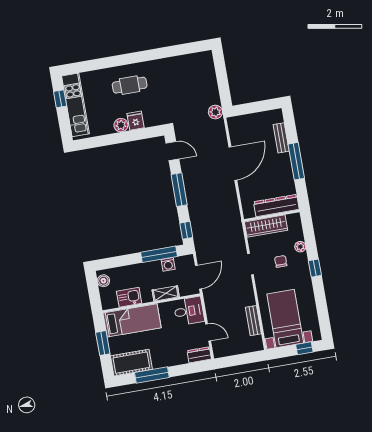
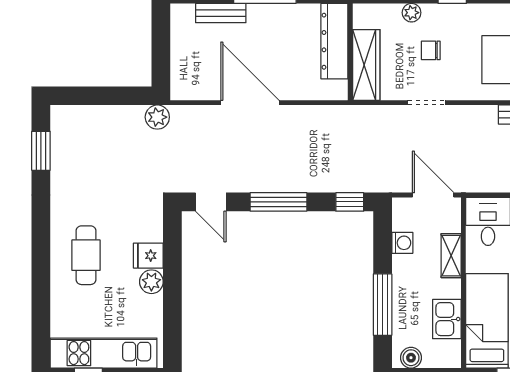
window: (185, 49) -> (41, 151), added
door: (172, 151) -> (211, 202), swing flipped
window: (159, 254) -> (383, 305), moved

